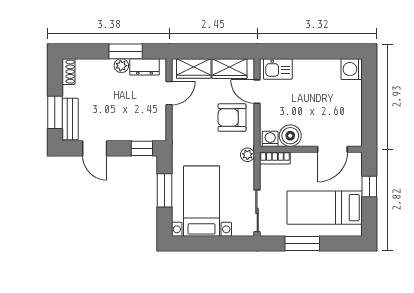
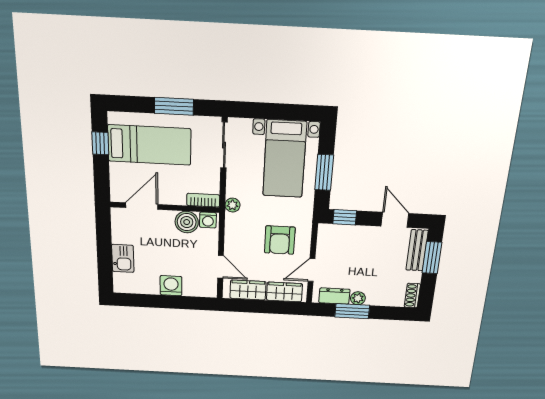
kitchen sink: (278, 69) -> (123, 258), moved, turned 90
washing machine: (352, 69) -> (171, 286), moved, turned -90
armchair: (232, 118) -> (280, 240), moved, turned 90
window: (369, 187) -> (100, 143), moved

